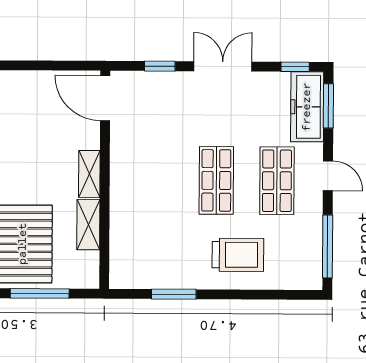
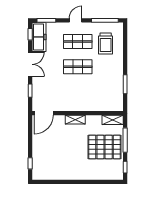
double door: (223, 66) -> (30, 64), swing flipped
freezer: (307, 107) -> (39, 37), moved, turned -90
shelving: (88, 225) -> (113, 120), moved
trolley: (238, 255) -> (106, 44), moved, turned 180

